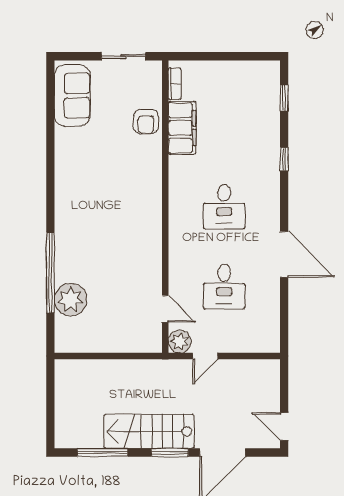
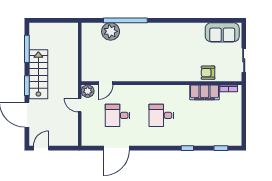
door: (284, 254) -> (117, 148), moved

